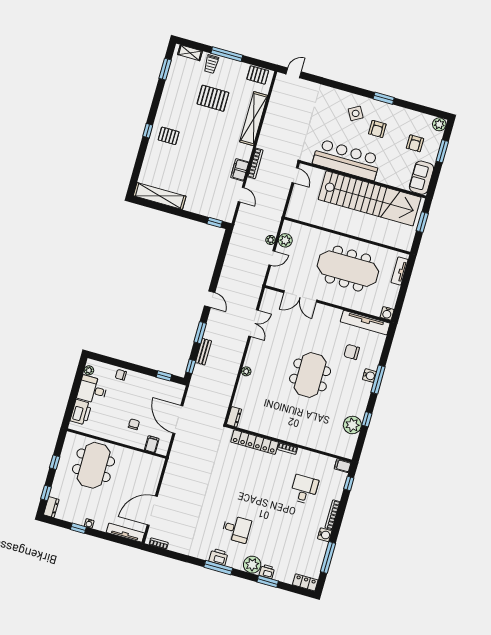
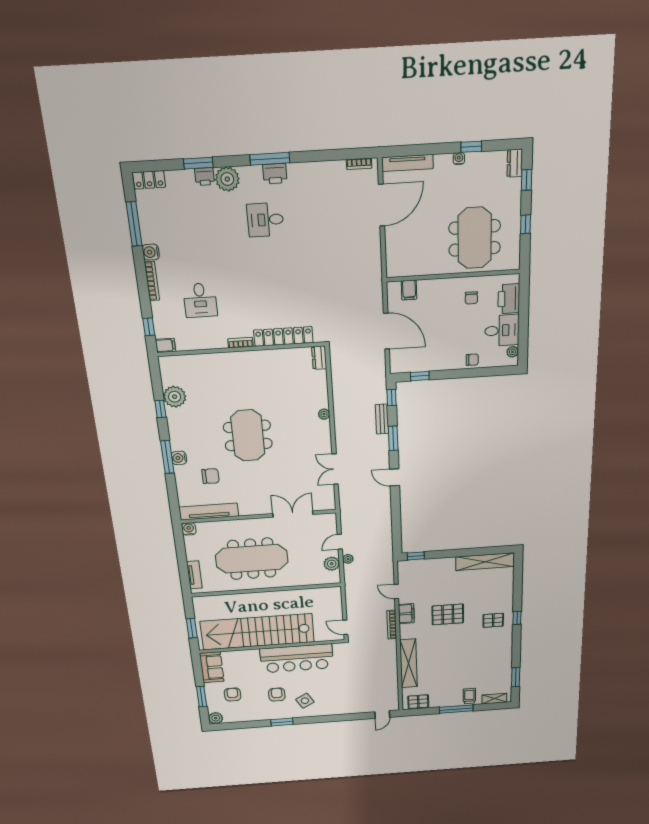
pallet: (213, 98) -> (448, 614), moved
chair: (134, 424) -> (471, 298), moved

